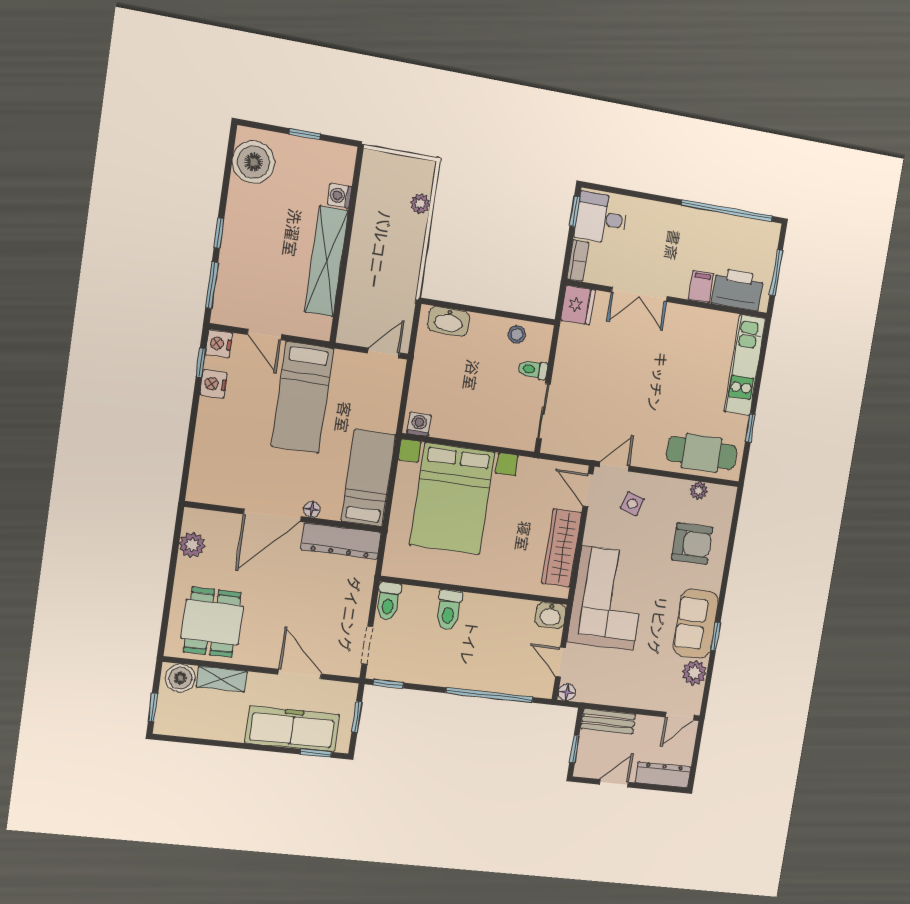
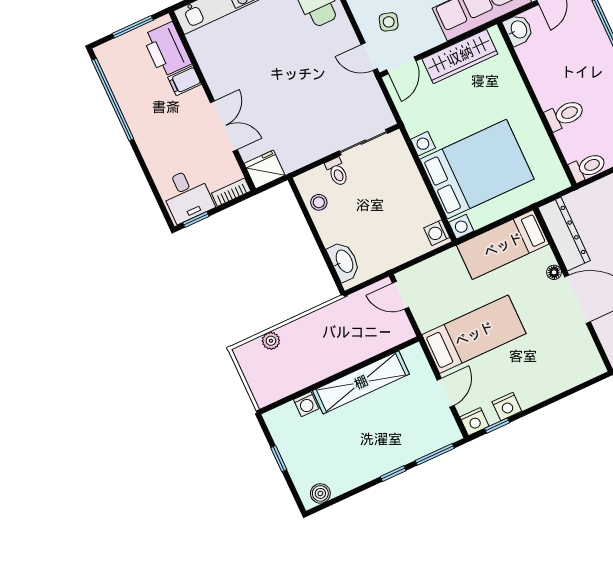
boiler: (253, 162) -> (320, 493), width x0.54, depth x0.54

